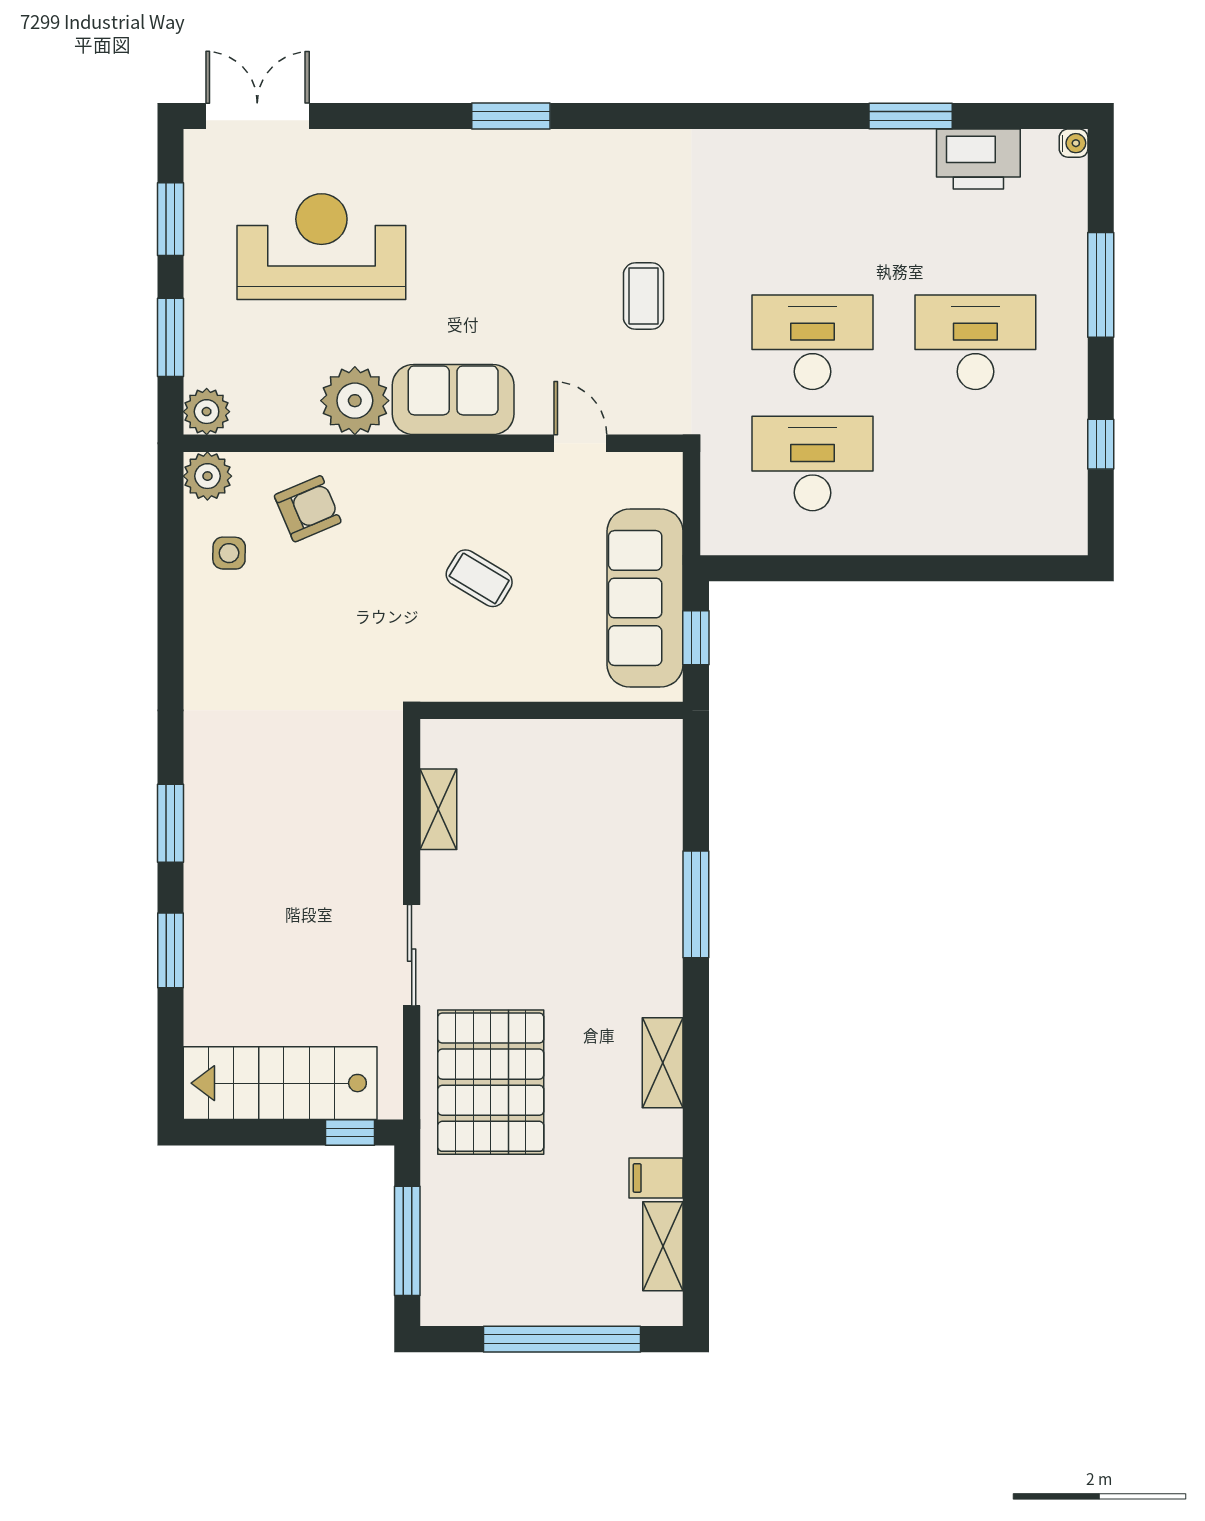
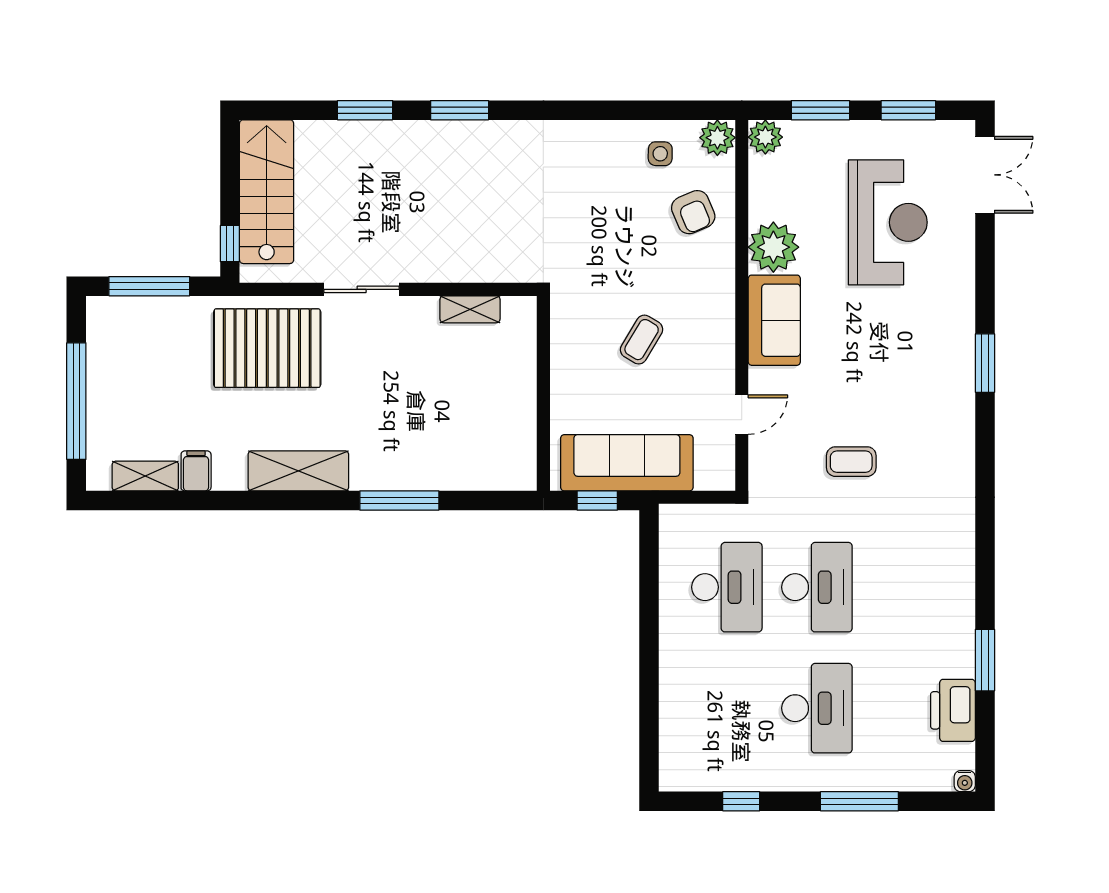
shelving: (663, 1063) -> (298, 471), width x1.50, depth x1.33

